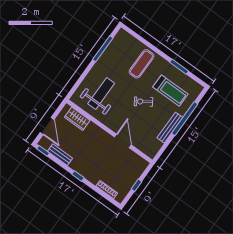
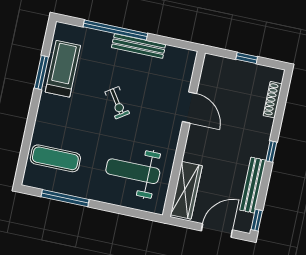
exercise mat: (142, 64) -> (55, 158), moved
treadmill: (170, 91) -> (63, 69), moved
wardrobe: (77, 119) -> (186, 190), width x1.50
door: (123, 141) -> (189, 108), swing flipped
bench: (60, 155) -> (253, 185), width x1.36

